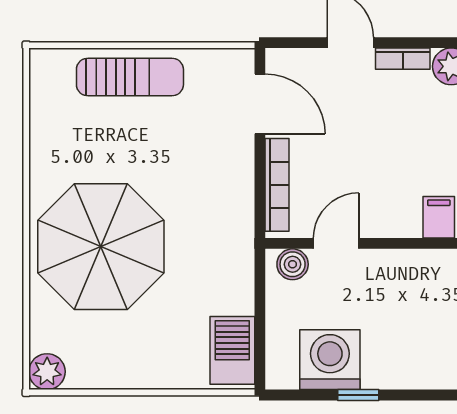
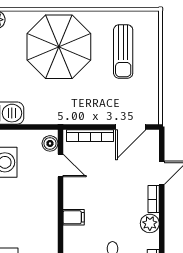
sun lounger: (130, 77) -> (123, 52), moved

